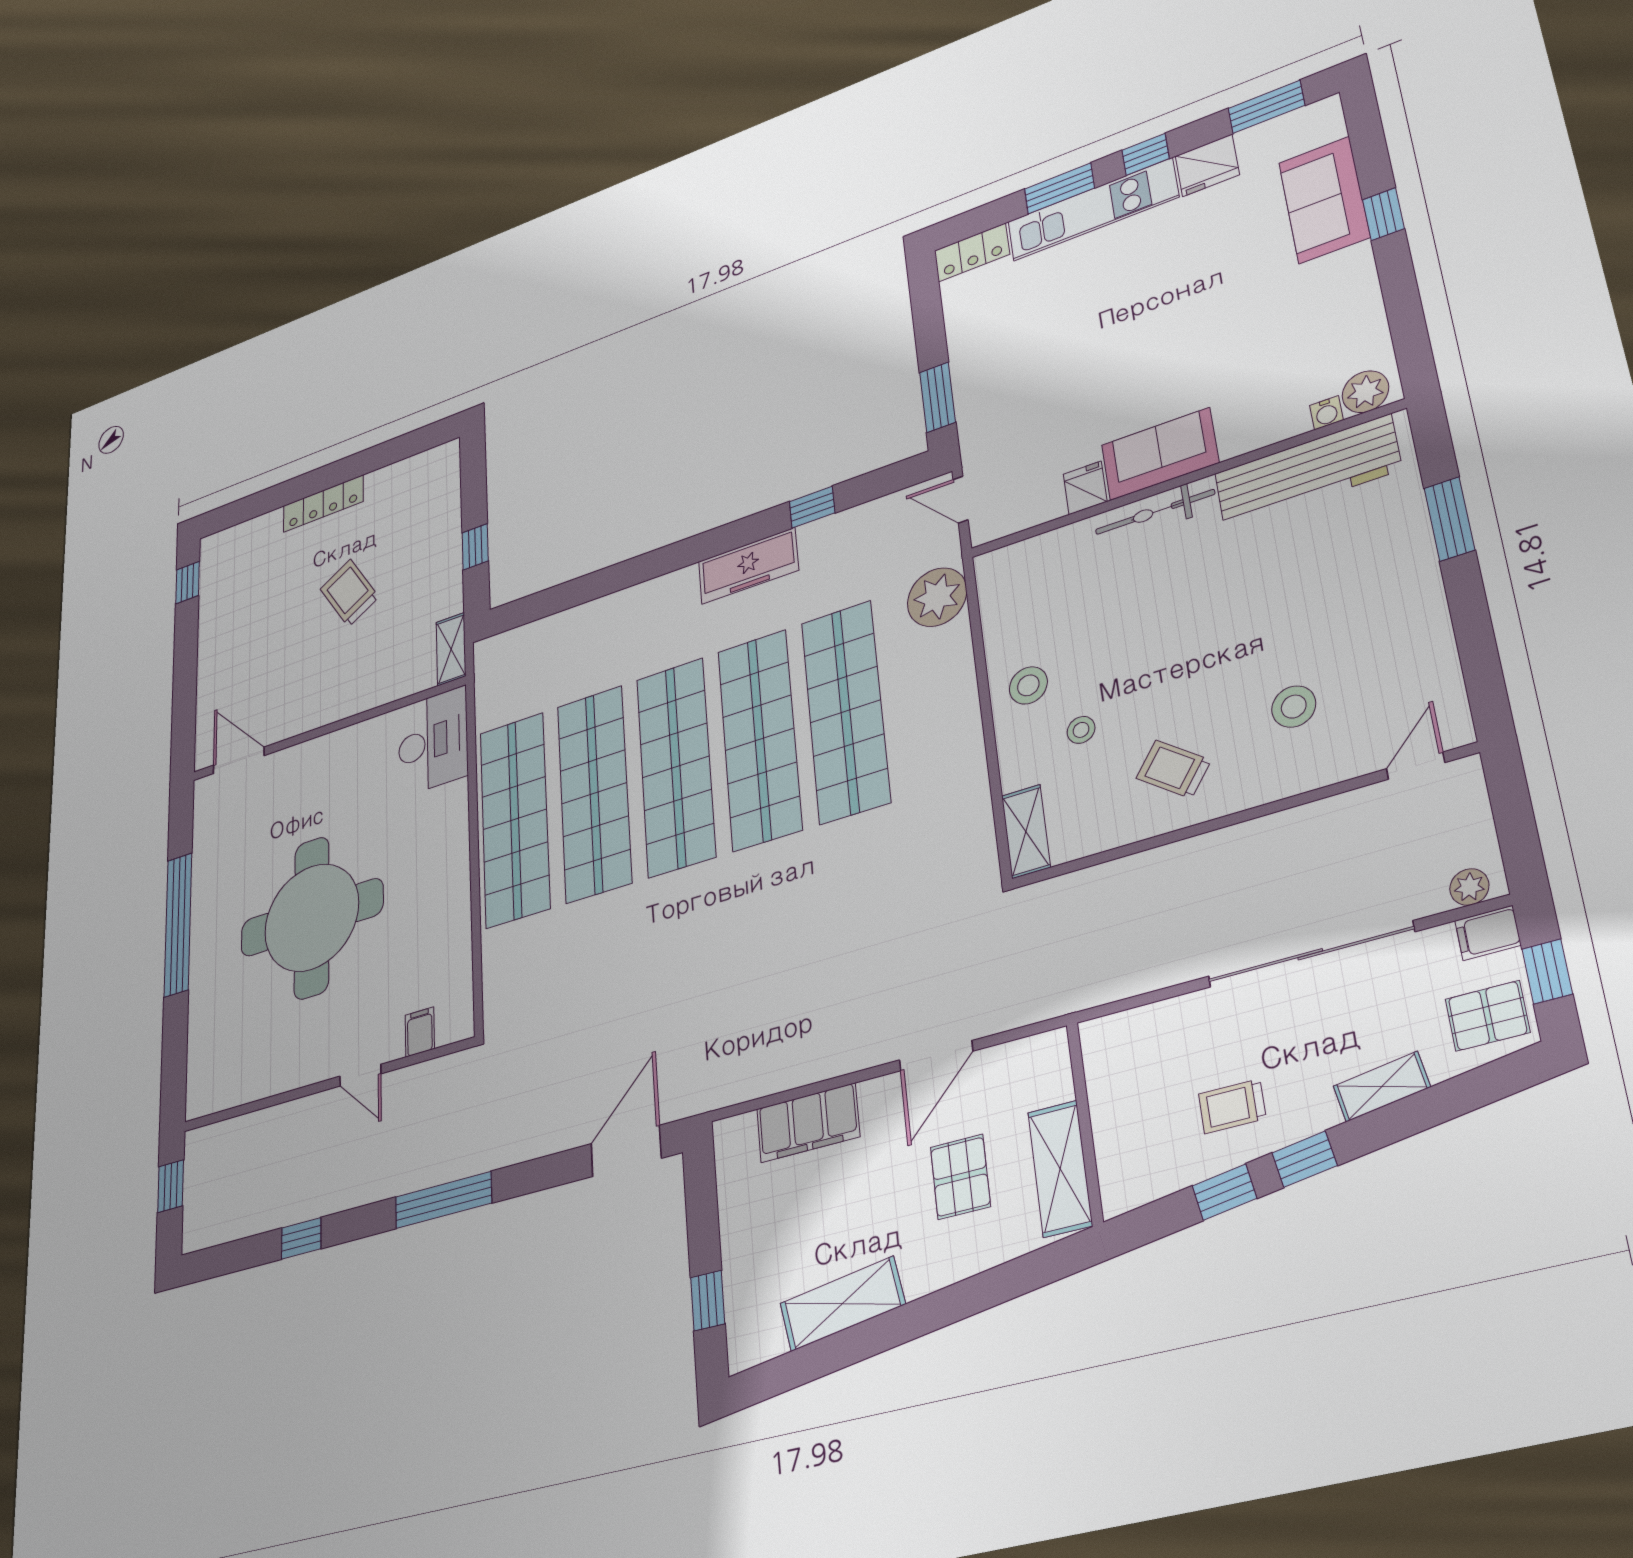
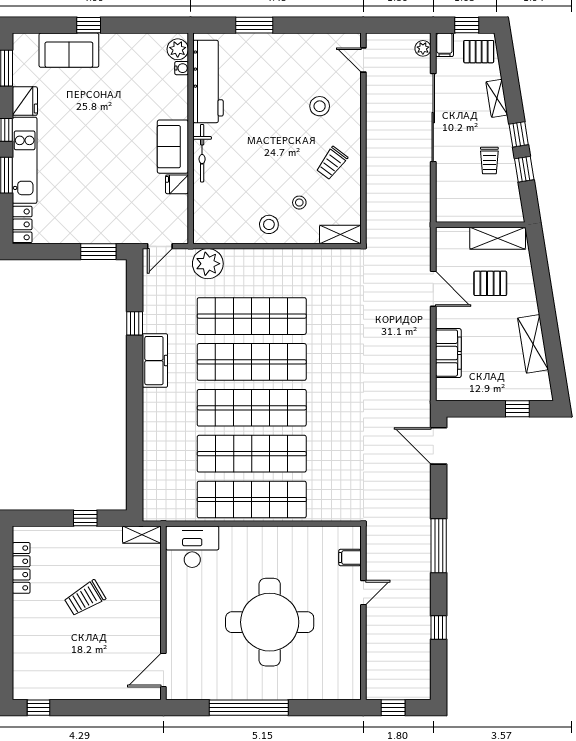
locker: (323, 504) -> (21, 568), moved
pallet: (1488, 1016) -> (479, 52), turned 90

